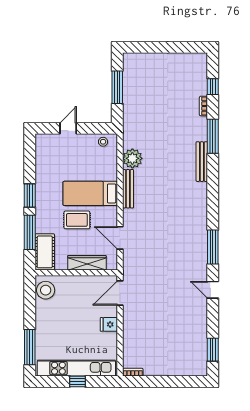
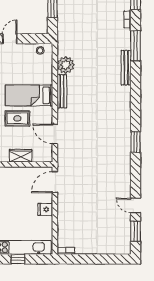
window: (213, 247) -> (136, 142), width x0.69
wardrobe: (87, 263) -> (21, 156), width x0.67
door: (213, 290) -> (136, 205), moved

